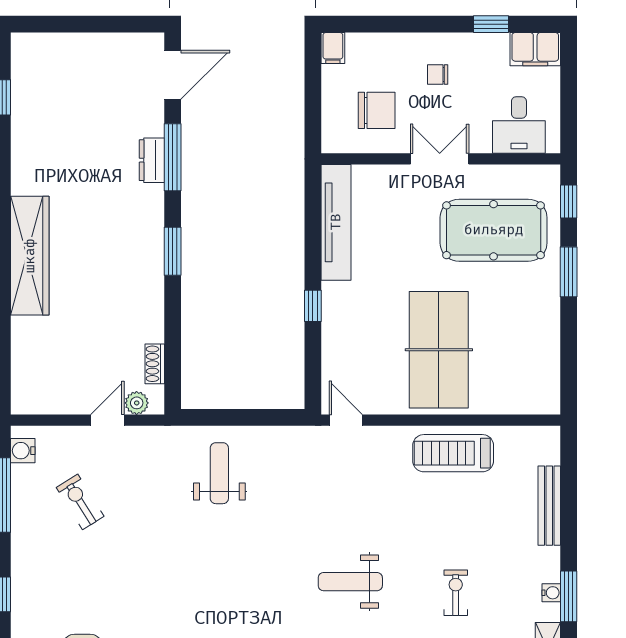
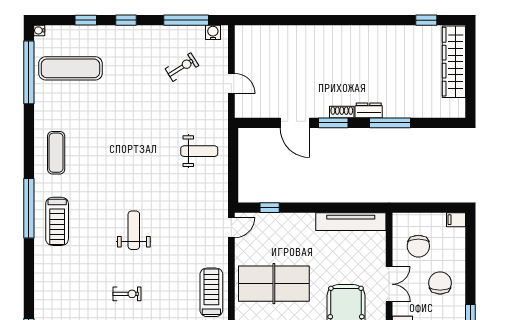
door: (173, 75) -> (295, 123), moved
chair: (438, 75) -> (440, 283), width x1.87, depth x1.87
dresser: (152, 160) -> (369, 110), moved
wardrobe: (30, 256) -> (454, 62), moved, turned 90
window: (313, 306) -> (270, 208), moved
shoe rack: (155, 364) -> (342, 112), moved
plant: (137, 403) -> (242, 101), removed

